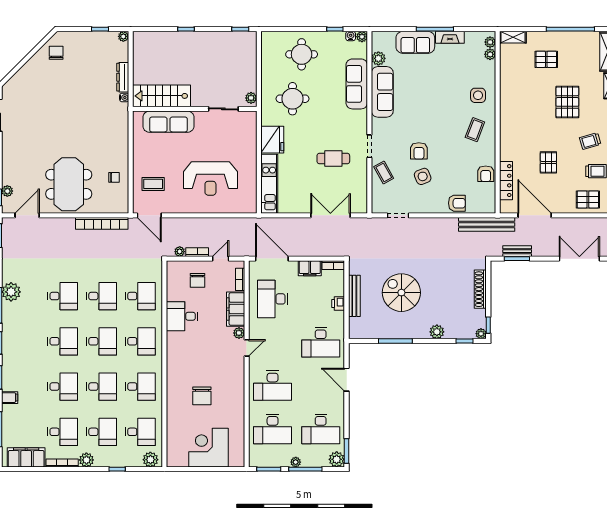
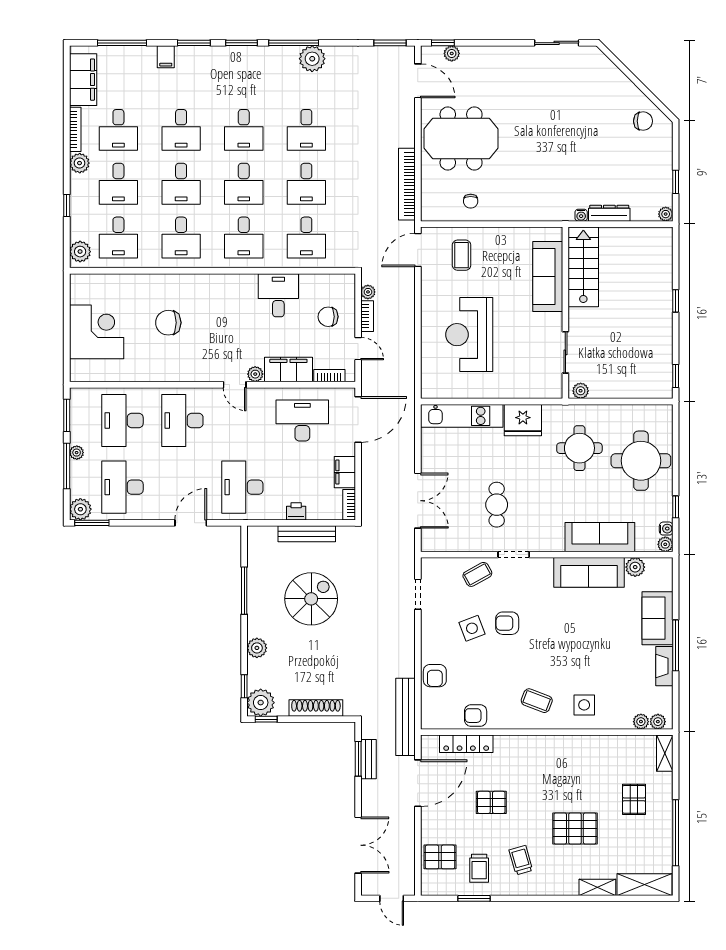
round table: (302, 54) -> (641, 461), width x1.36, depth x1.36
pallet: (588, 199) -> (440, 857), turned 90
plant: (481, 334) -> (261, 703), width x1.87, depth x1.87

